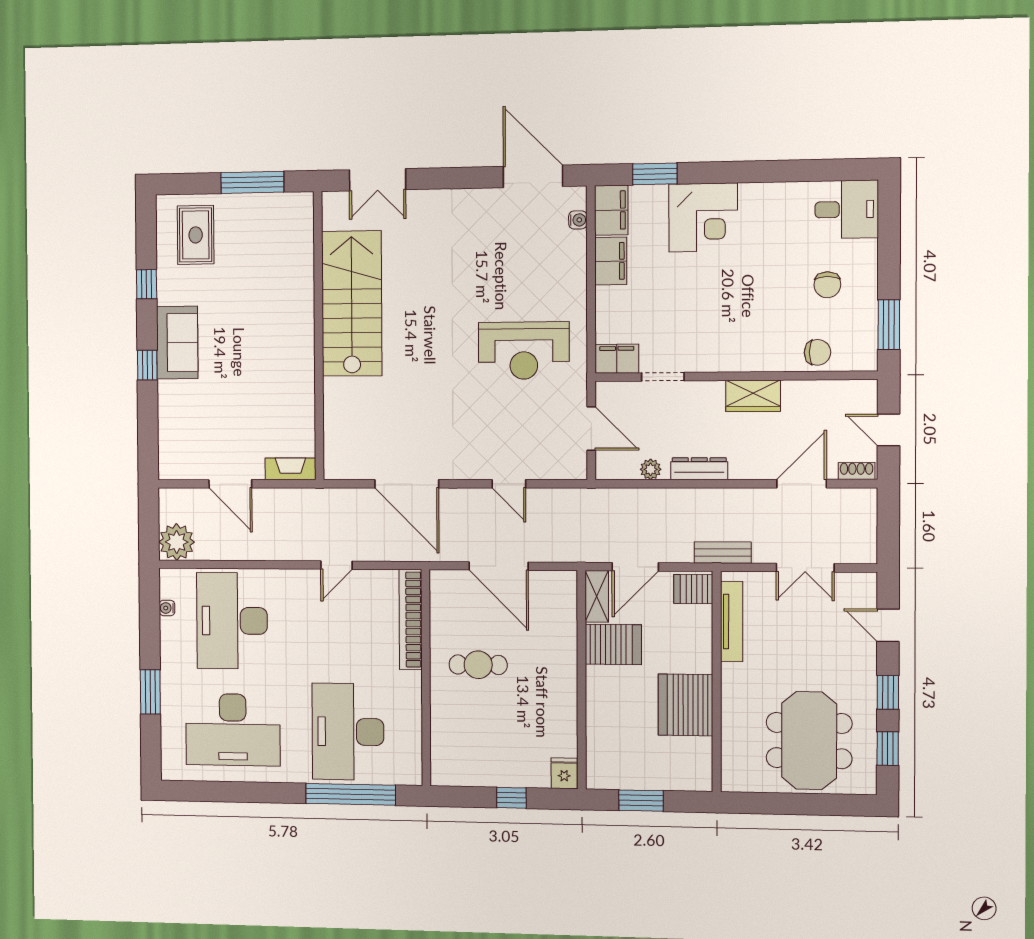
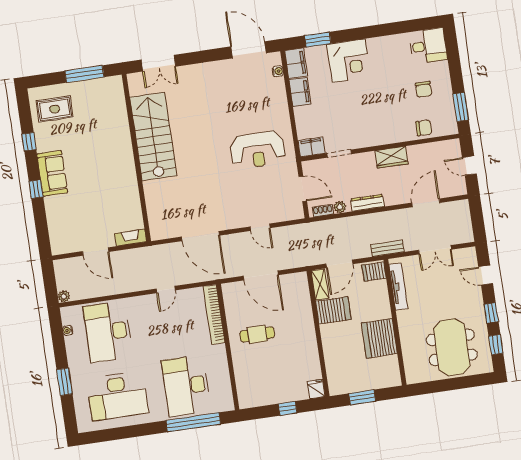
rug: (196, 235) -> (55, 109), turned 90
shoe rack: (857, 471) -> (323, 211), moved
plant: (177, 542) -> (64, 296), width x0.53, depth x0.53

